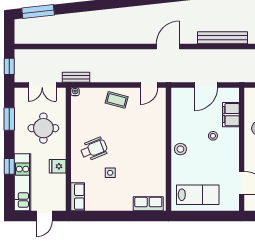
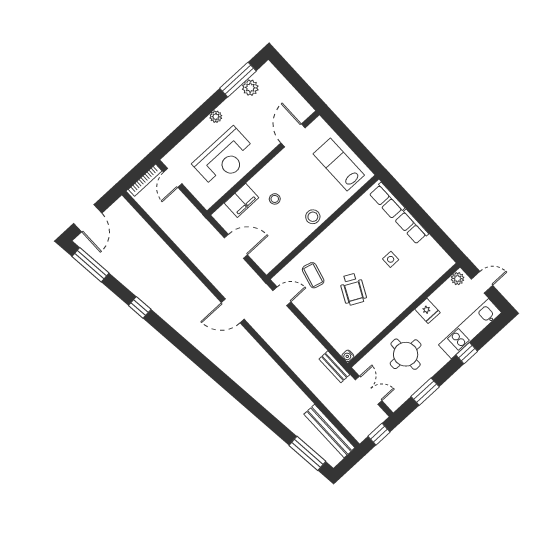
bench: (223, 38) -> (329, 431), moved
coffee table: (117, 100) -> (313, 275), moved
wheelchair: (94, 149) -> (353, 289), moved, turned -131
row of seats: (78, 197) -> (412, 227), moved, turned -90
plant: (60, 203) -> (458, 279), added

